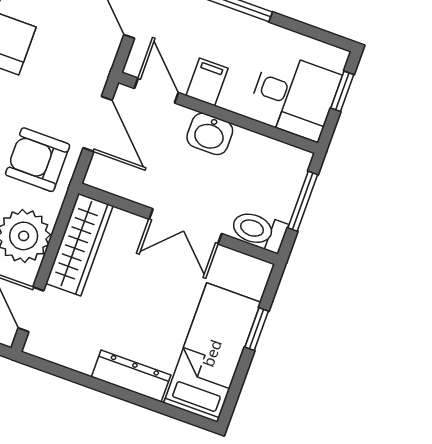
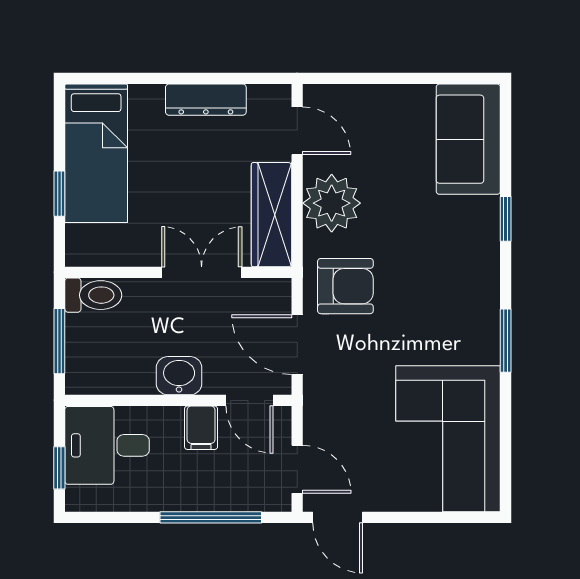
double door: (185, 226) -> (202, 272), moved
dresser: (131, 376) -> (206, 100), moved

